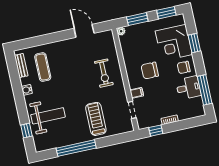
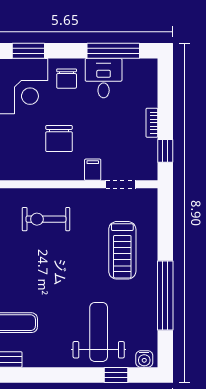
exercise bike: (104, 73) -> (46, 219), turned 180
water cooler: (27, 90) -> (144, 359), moved
treadmill: (96, 119) -> (122, 250), turned -90

